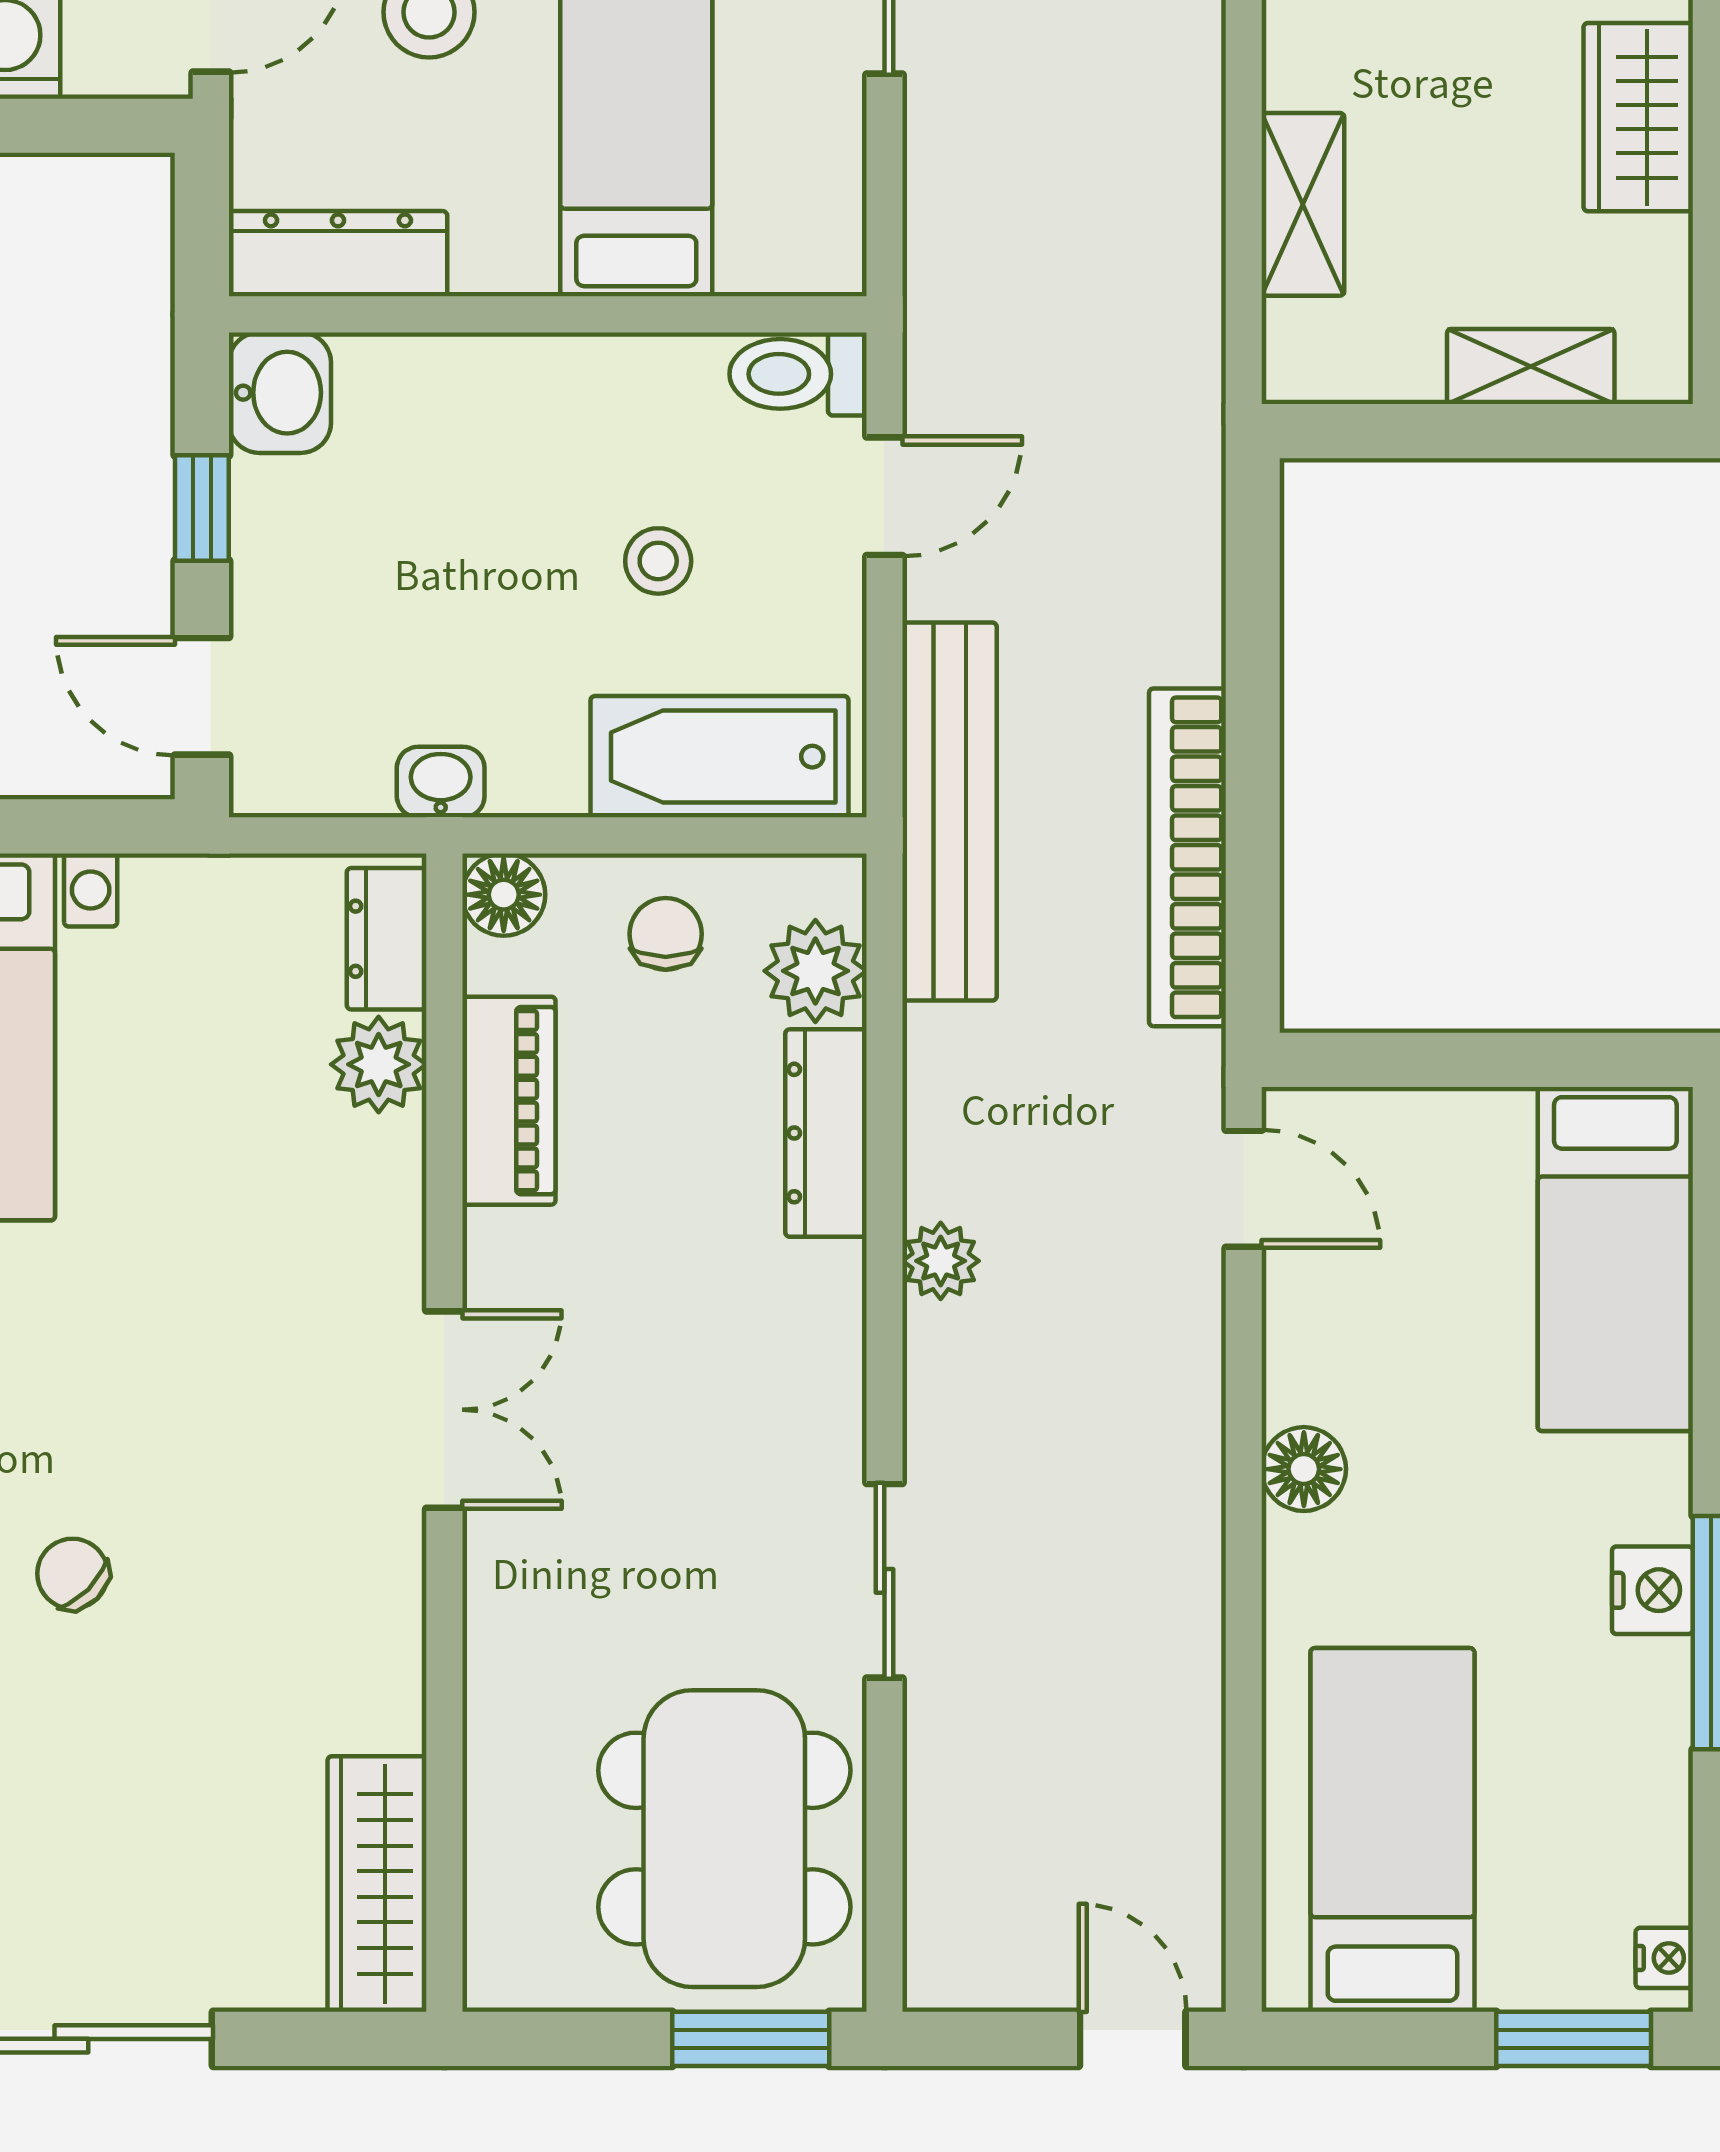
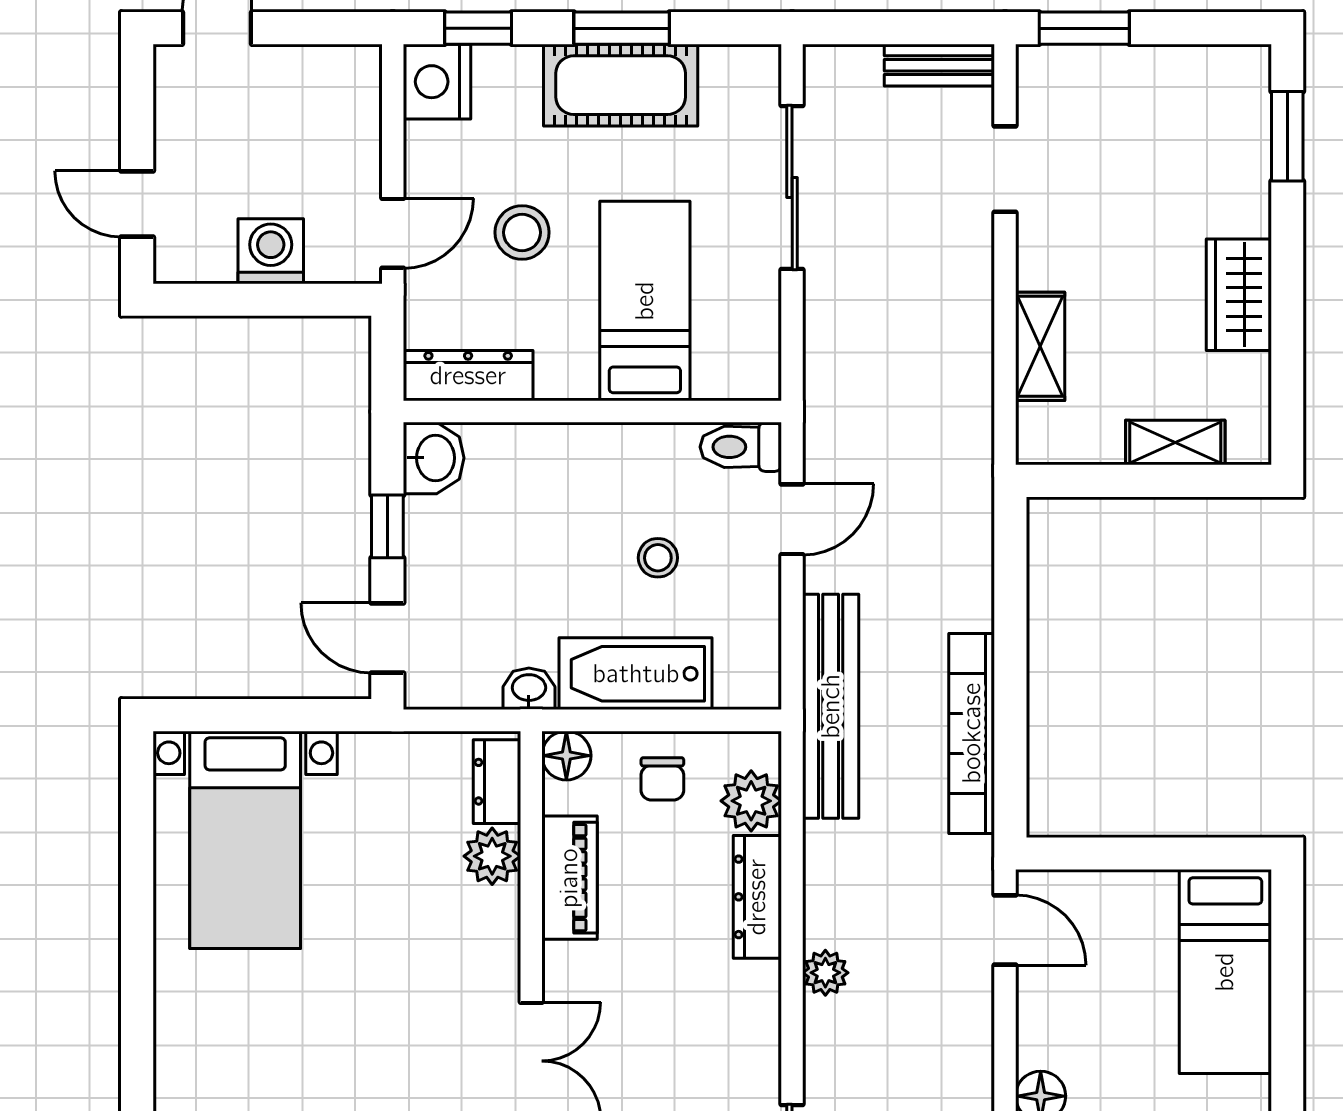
bathtub: (719, 757) -> (636, 674), moved
chair: (666, 934) -> (662, 779), turned 180

